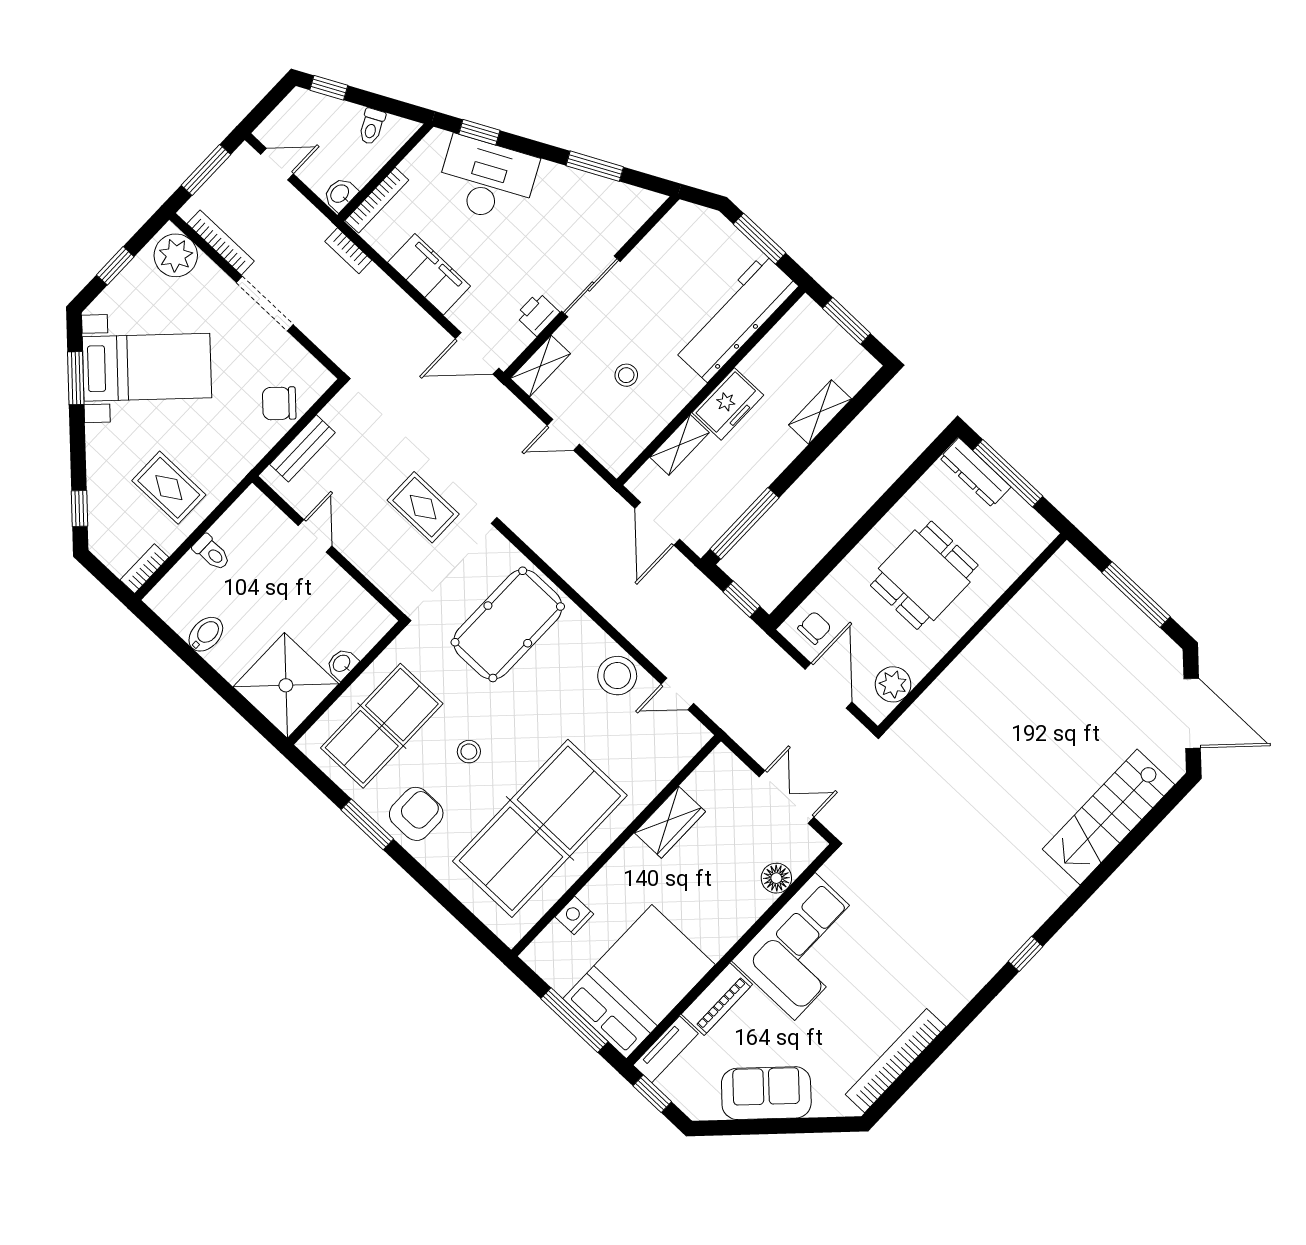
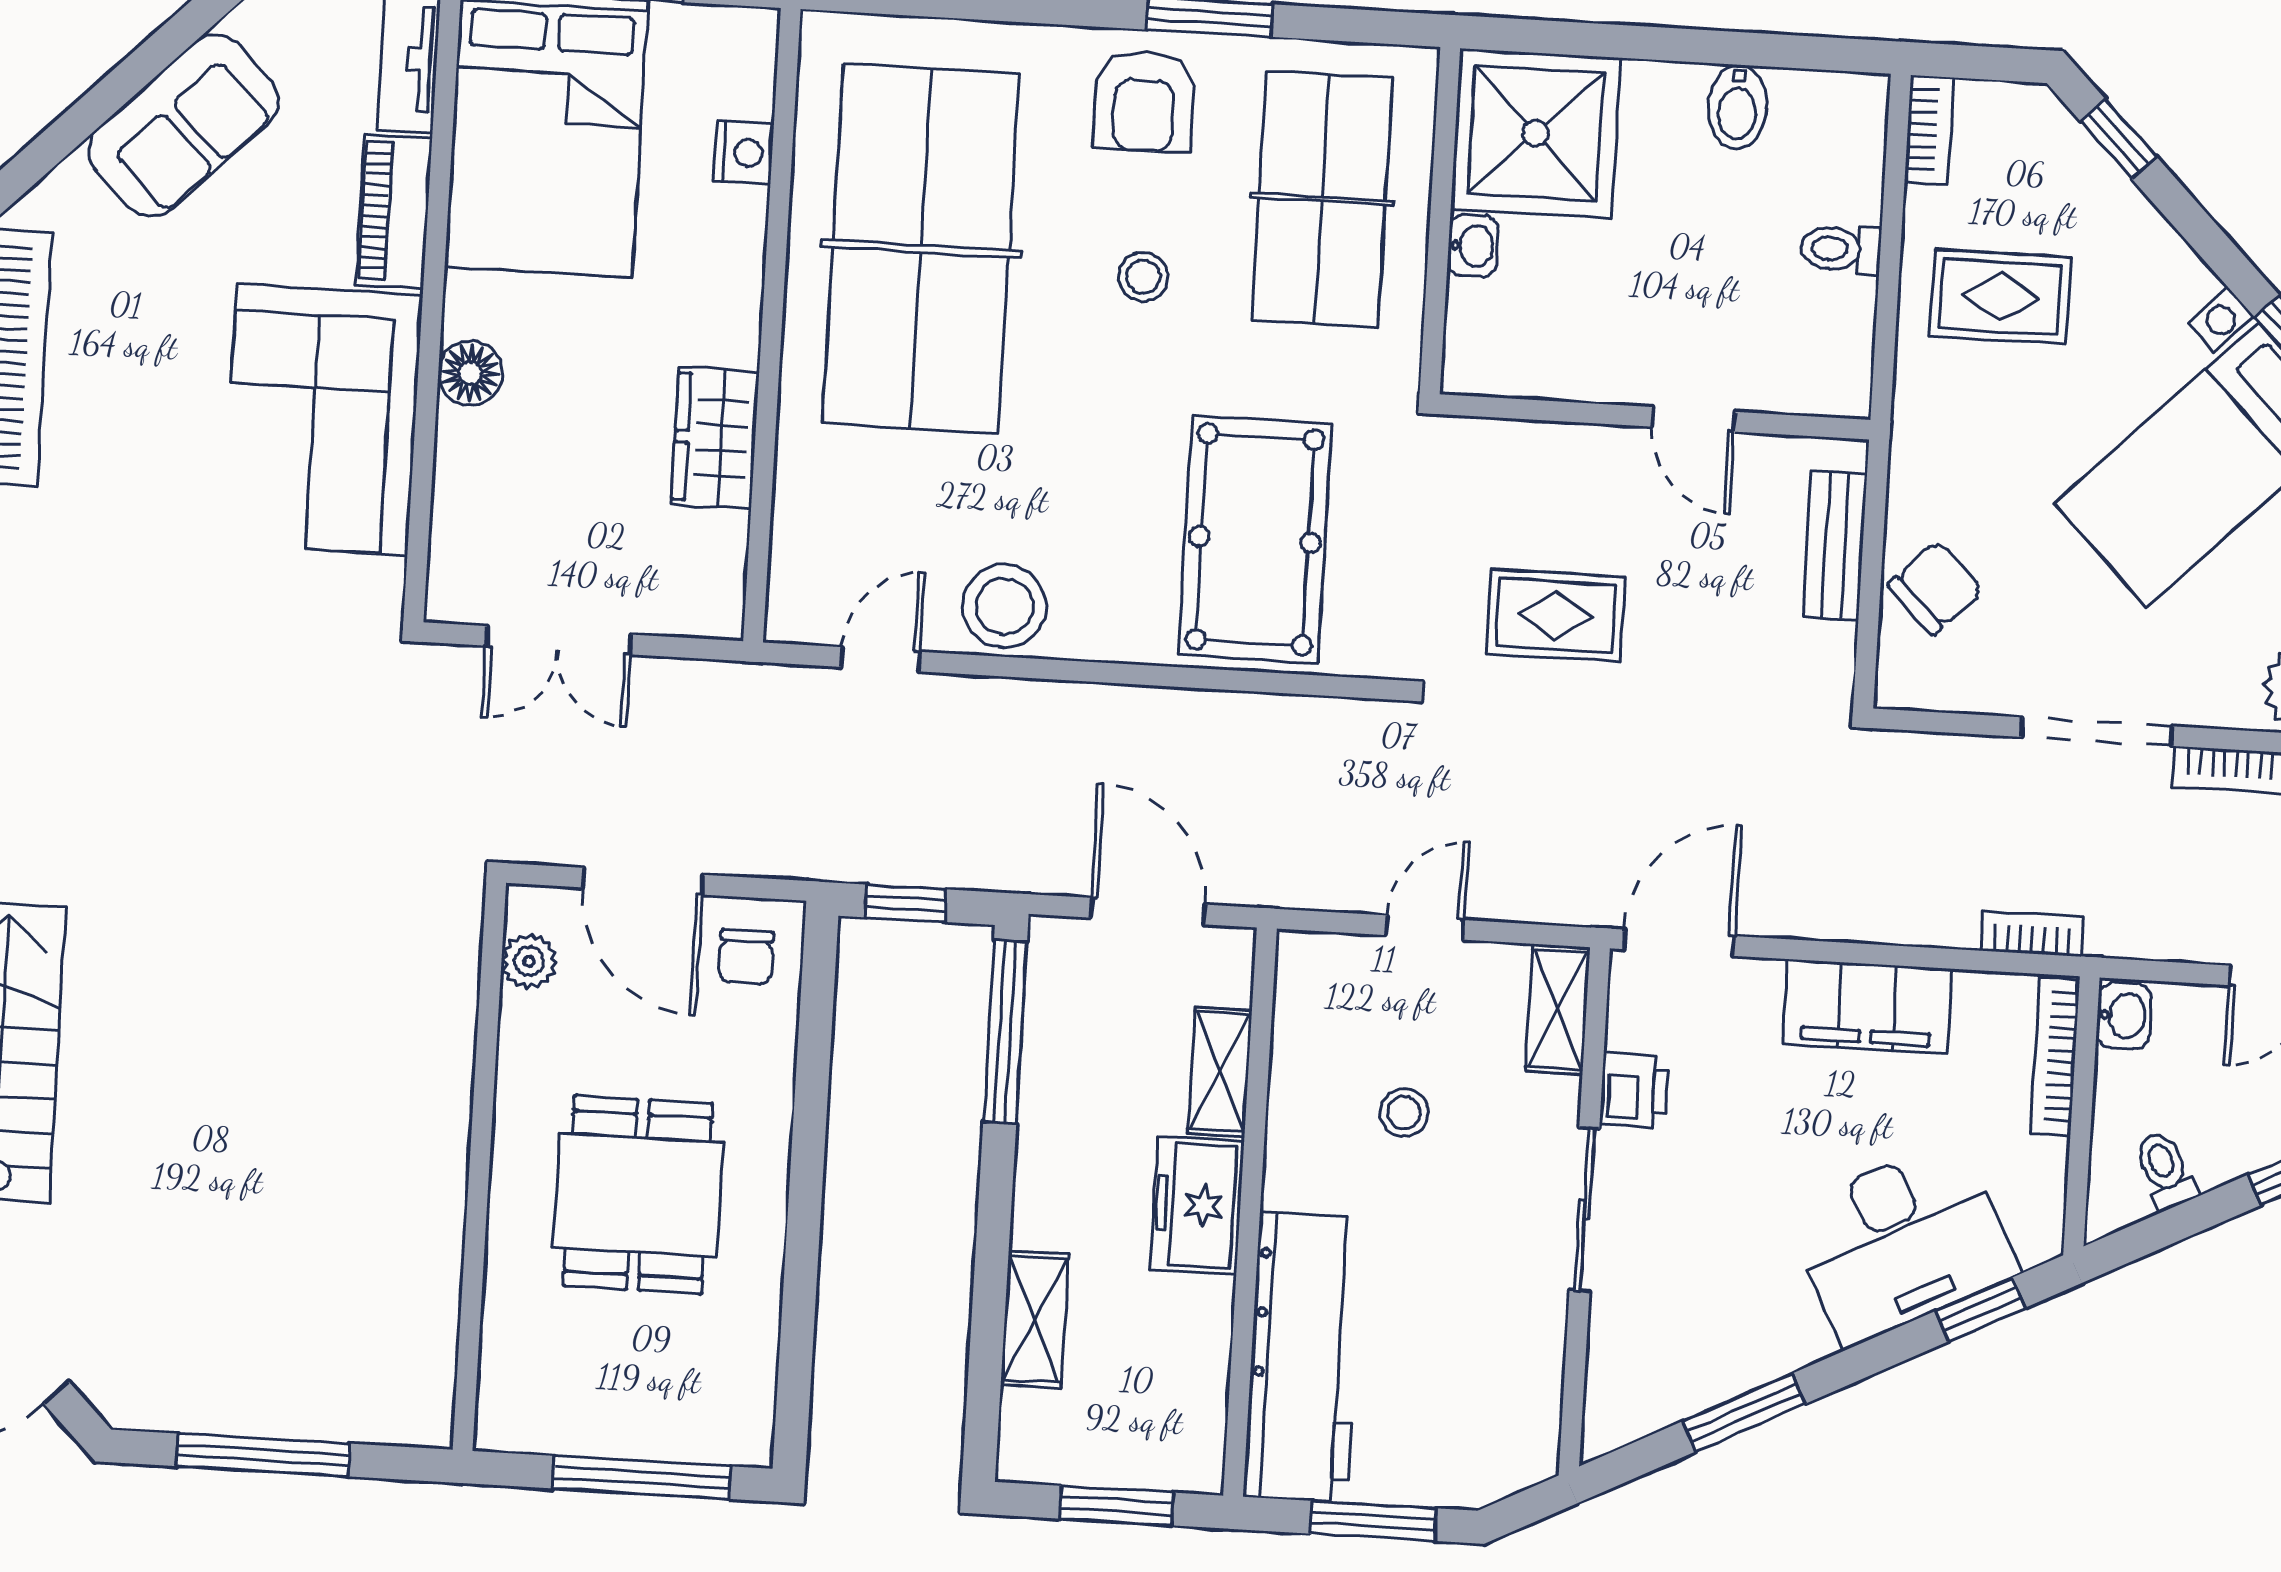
dresser: (975, 473) -> (696, 1434), removed
plant: (893, 684) -> (529, 961), width x0.73, depth x0.73
floor lamp: (776, 878) -> (470, 373), moved

